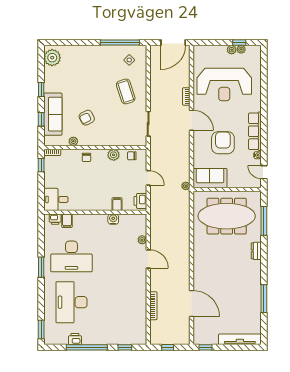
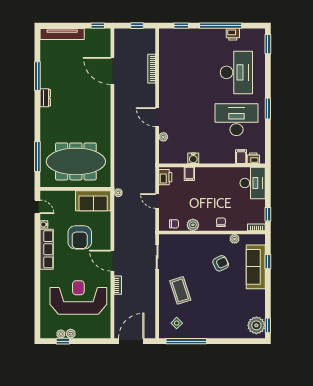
window: (41, 90) -> (268, 325), moved
desk: (56, 199) -> (253, 183), width x1.37
dresser: (256, 251) -> (45, 98), moved

